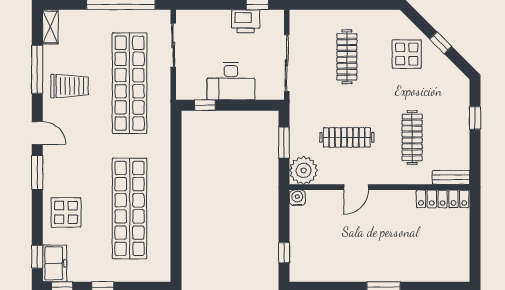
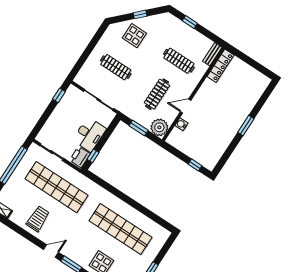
printer: (246, 21) -> (80, 157), moved, turned 180
window: (37, 69) -> (18, 230), removed
door: (356, 187) -> (186, 106), swing flipped
water cooler: (297, 198) -> (181, 124), moved

